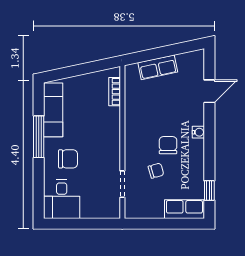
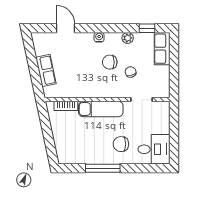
exam couch: (53, 110) -> (101, 109), moved, turned 180
chair: (68, 159) -> (121, 144), turned -90
plant: (197, 167) -> (128, 38), added

